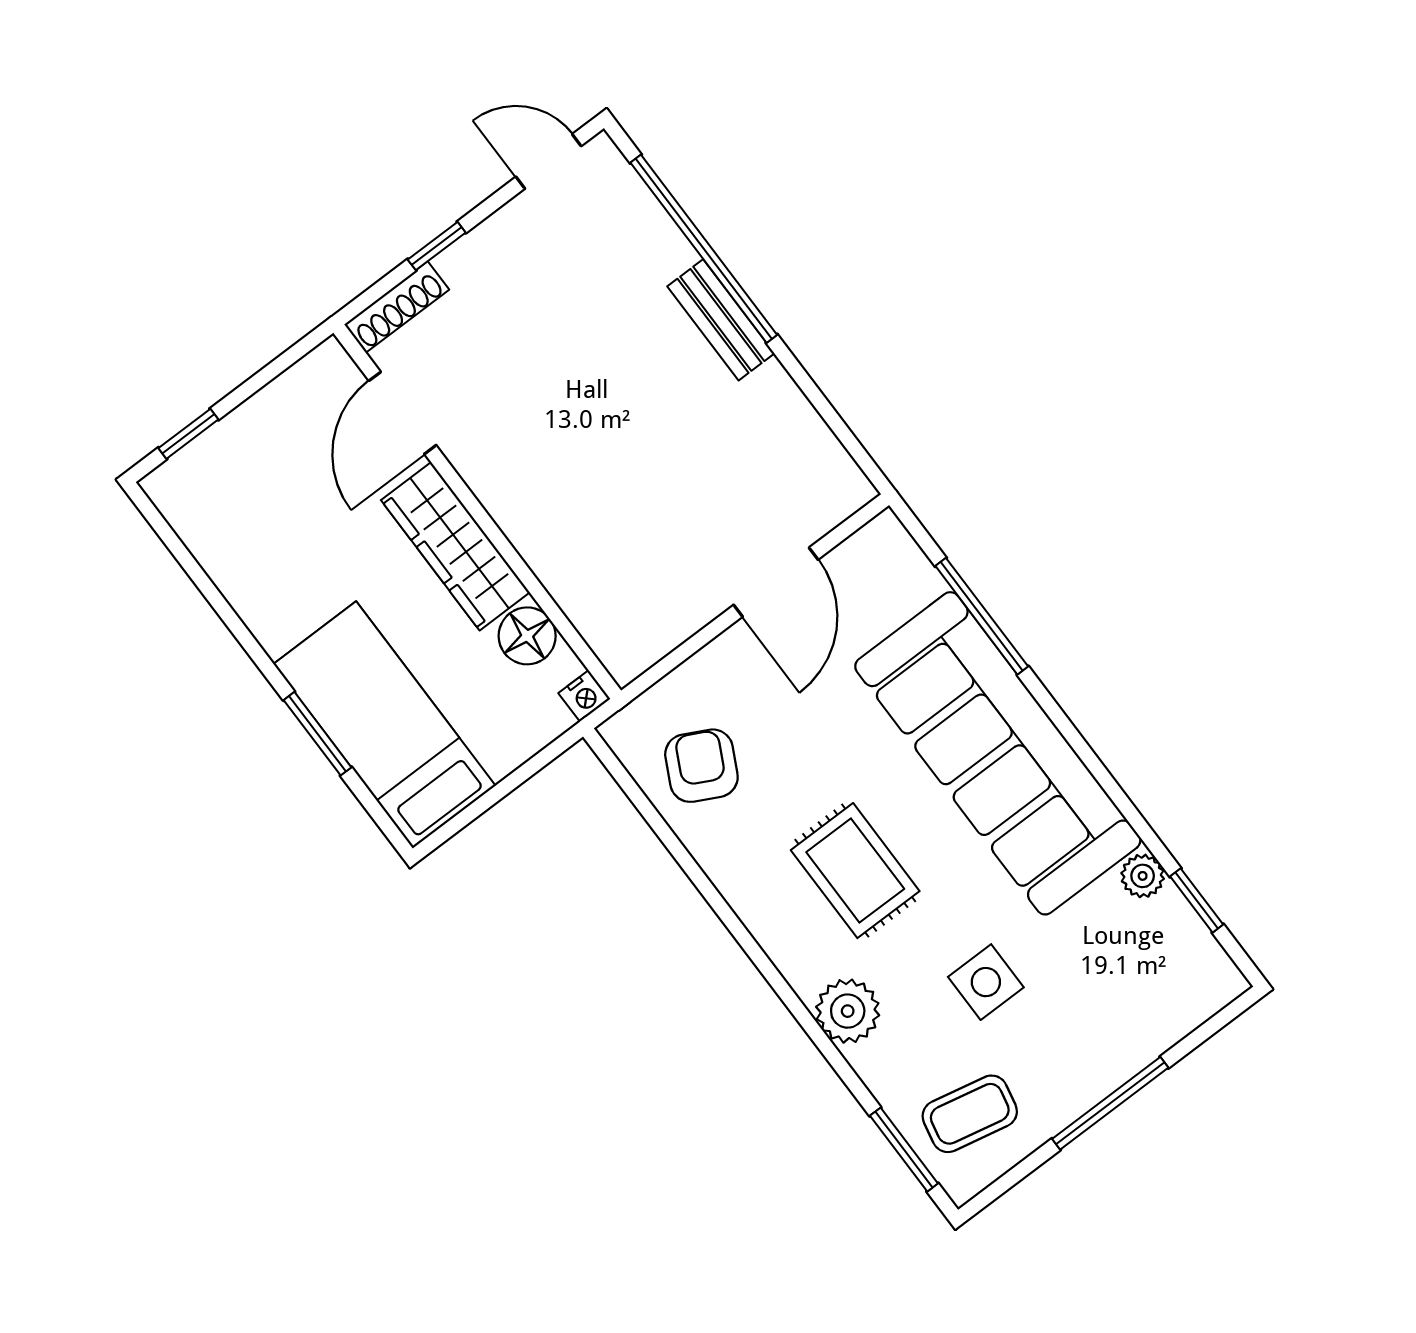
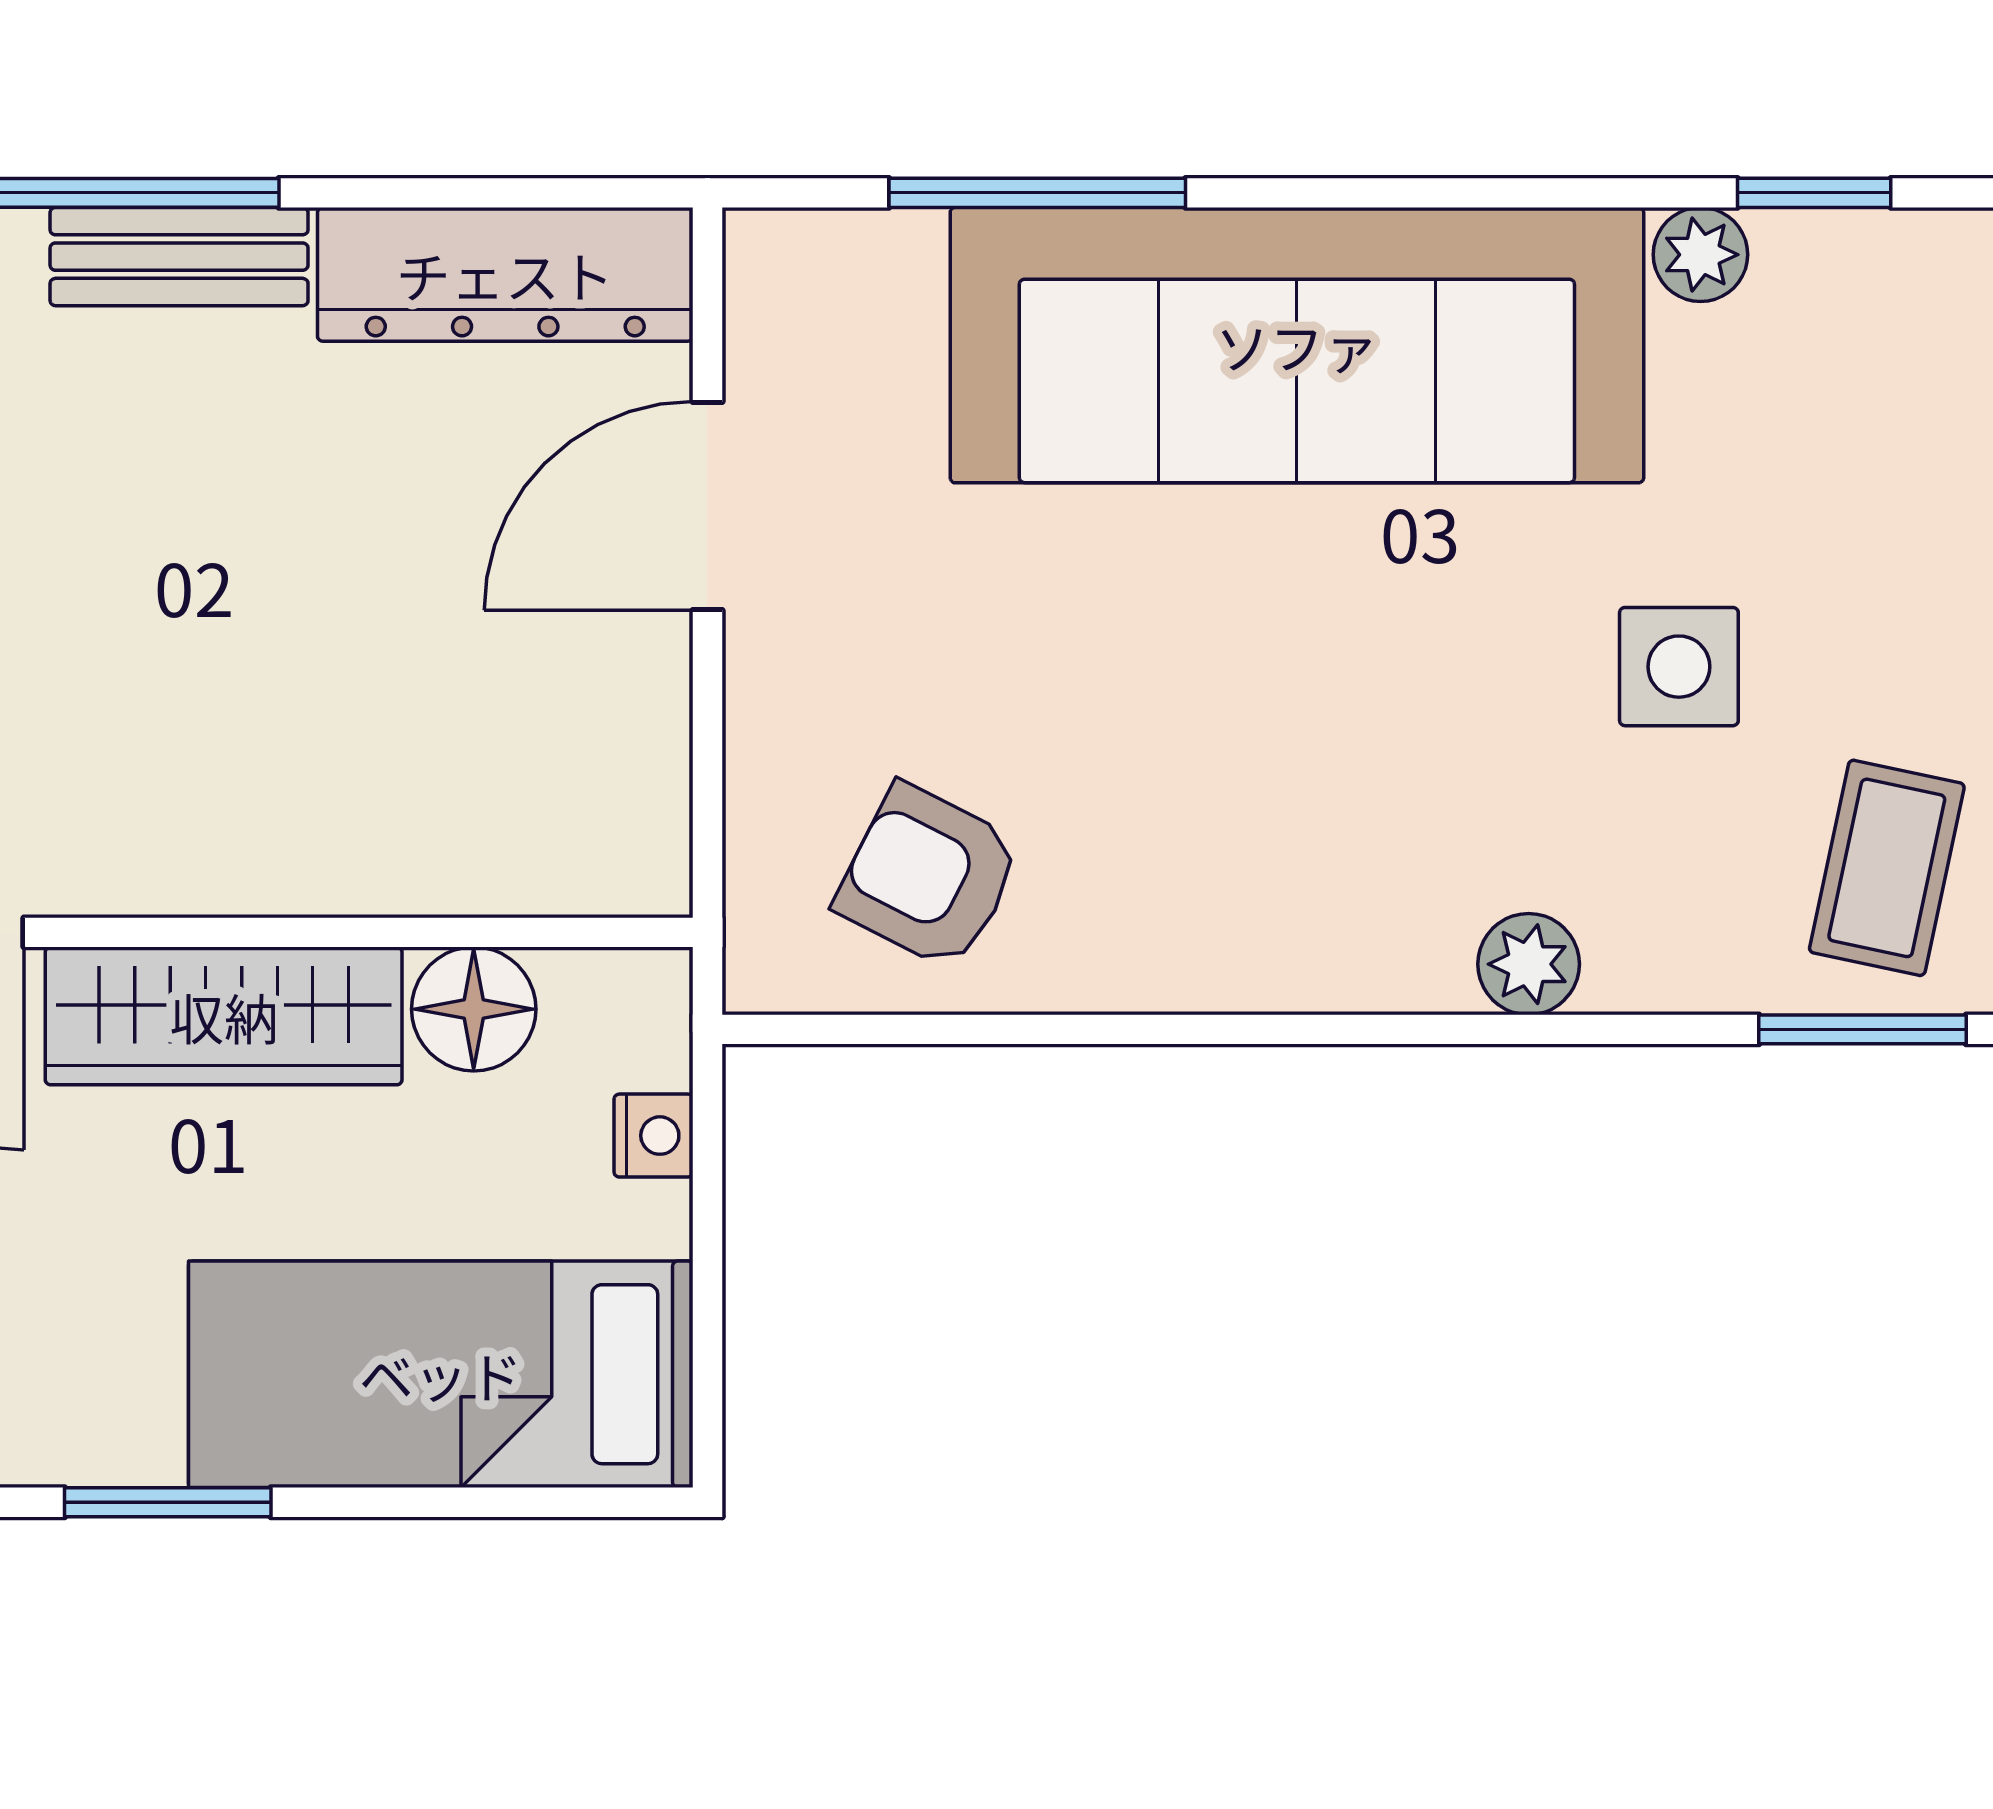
dresser: (805, 444) -> (505, 274), added
door: (776, 582) -> (707, 506), swing flipped
nightstand: (584, 696) -> (654, 1136), moved
window: (317, 734) -> (168, 1502), moved
rug: (855, 871) -> (1313, 747), removed
plant: (848, 1011) -> (1529, 964), width x0.73, depth x0.73

